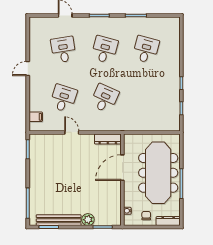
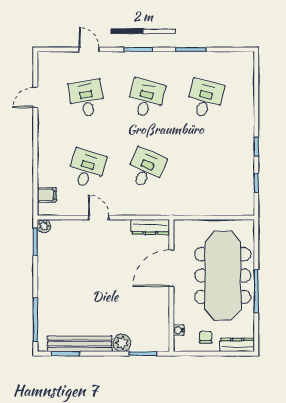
door: (28, 68) -> (35, 97), moved
plant: (34, 138) -> (44, 226), added

